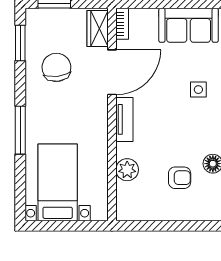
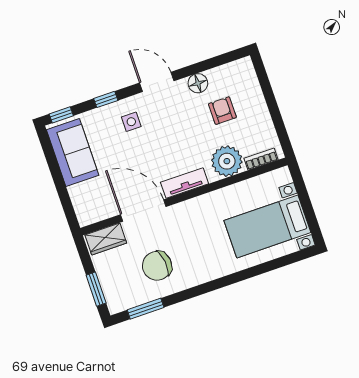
bookcase: (122, 24) -> (261, 159), moved
window: (20, 130) -> (229, 280), removed
plant: (127, 170) -> (227, 161), width x1.36, depth x1.36

